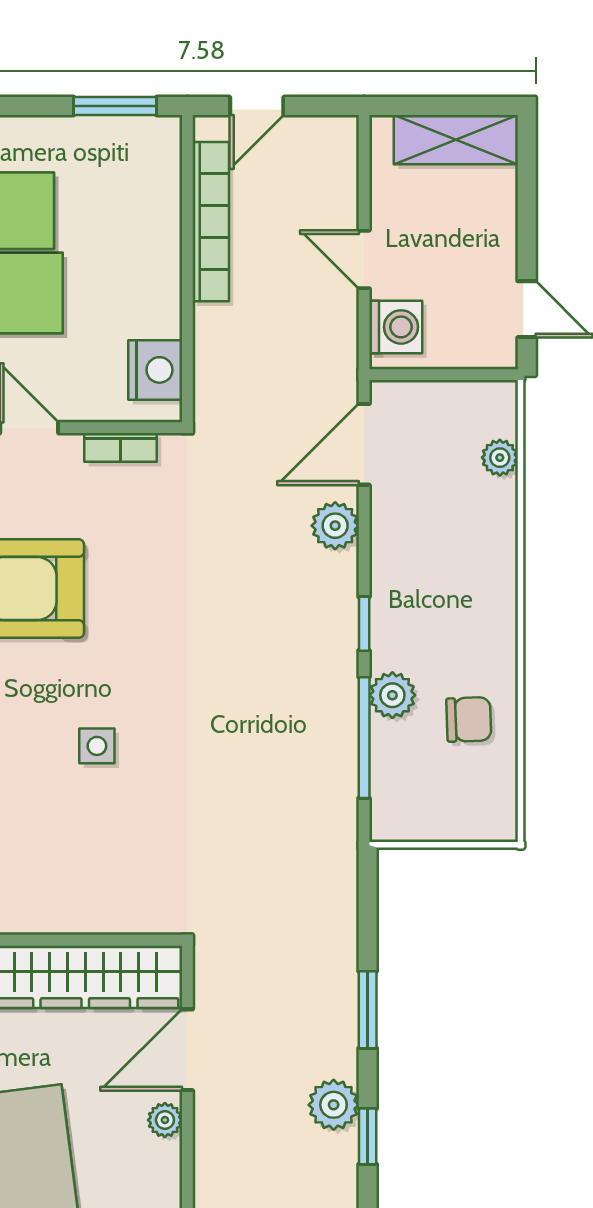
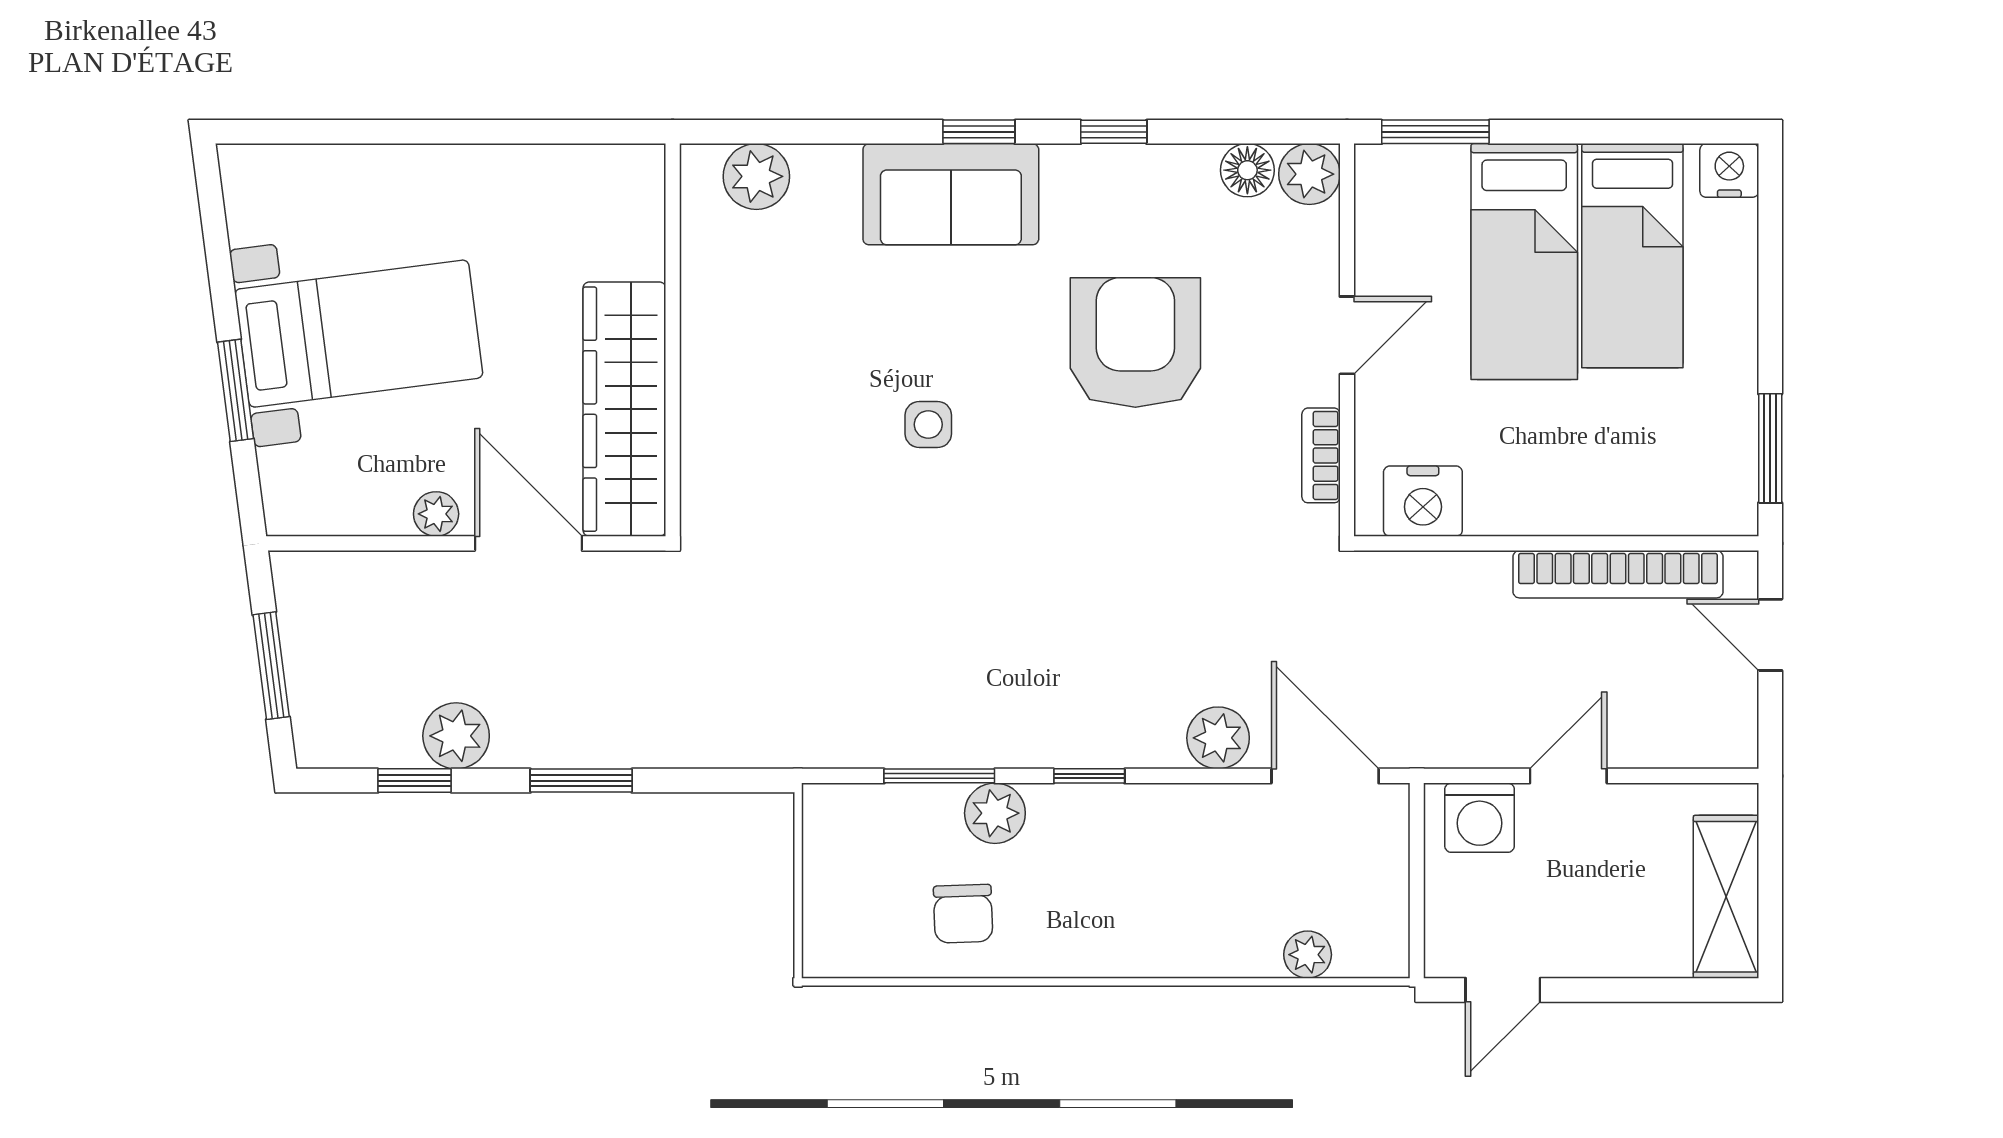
window: (364, 738) -> (939, 776), width x0.69

